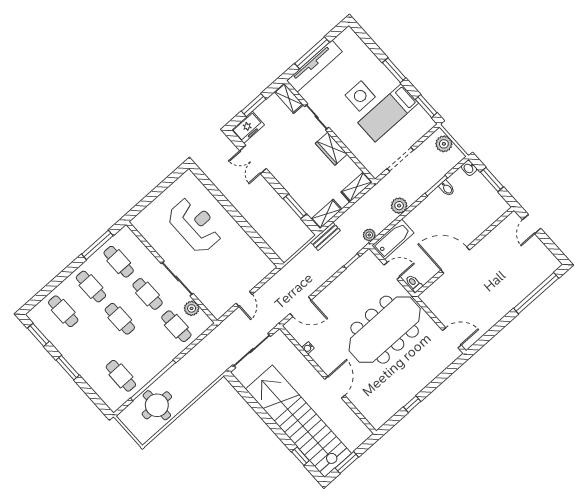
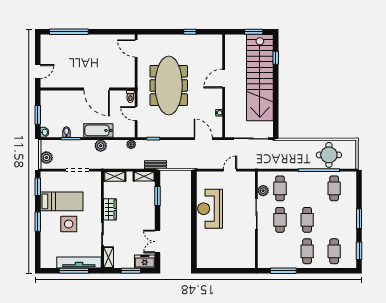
double door: (253, 160) -> (158, 242), swing flipped
reception desk: (195, 225) -> (210, 209), moved
bathtub: (393, 239) -> (98, 130), moved
cafe table: (119, 262) -> (280, 251), removed
meeting table: (385, 330) -> (169, 85), turned 90

